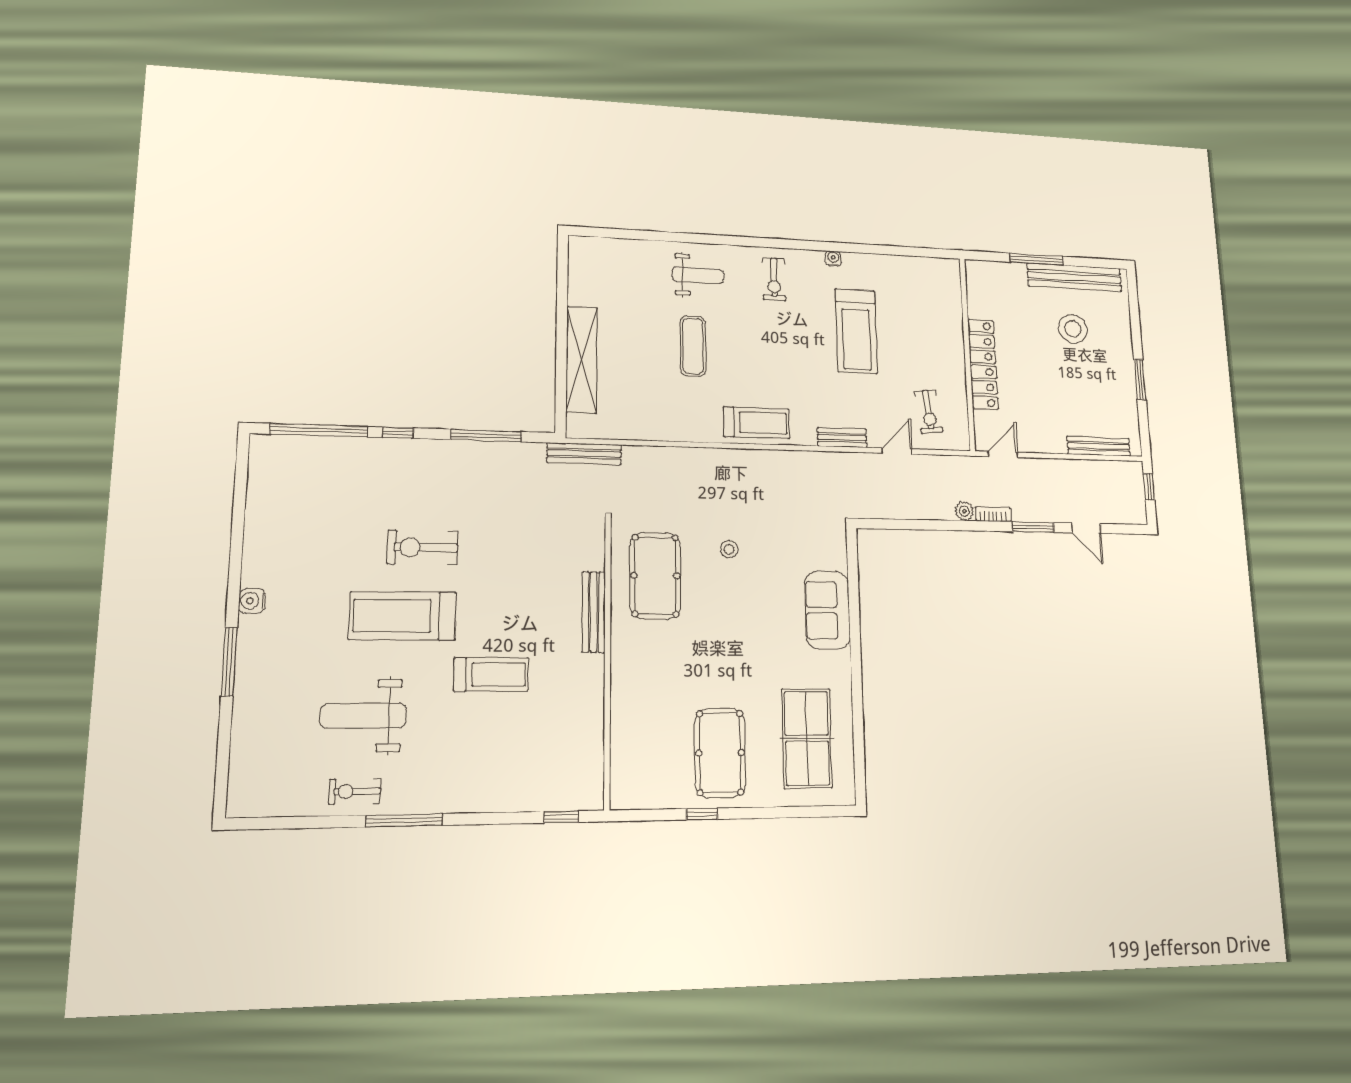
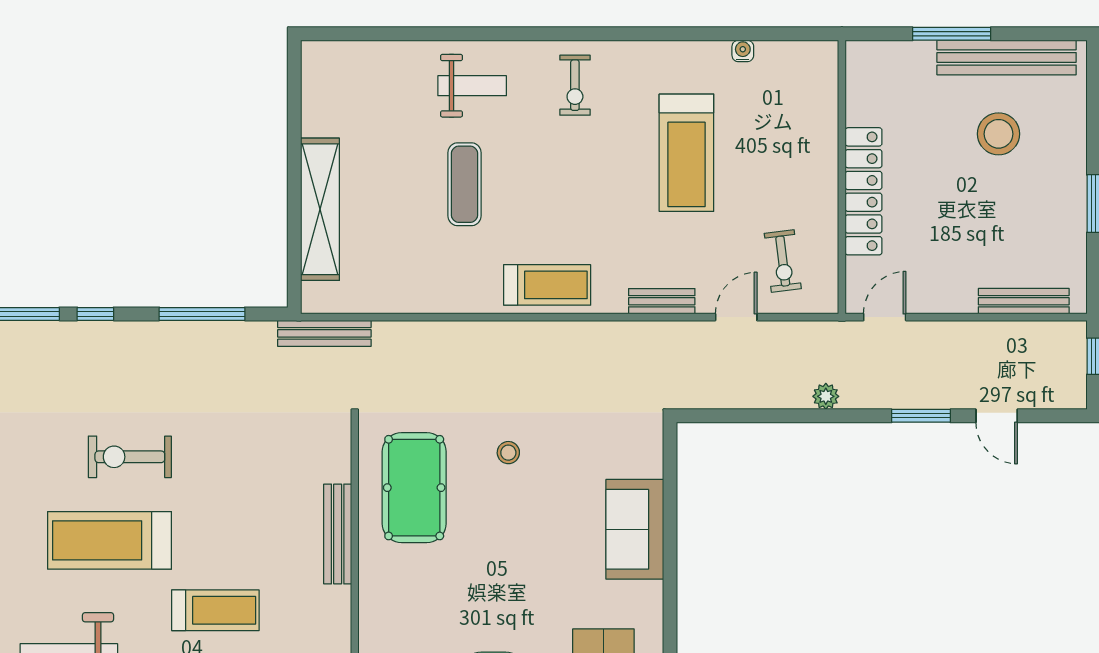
water cooler: (833, 259) -> (743, 51), moved
bookcase: (993, 514) -> (866, 400), removed

